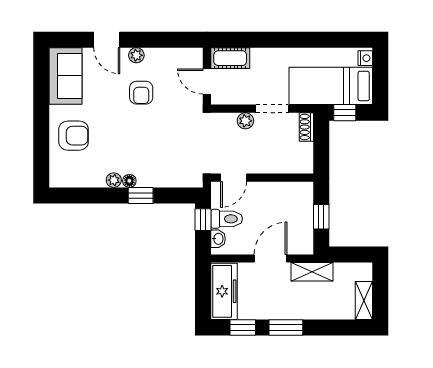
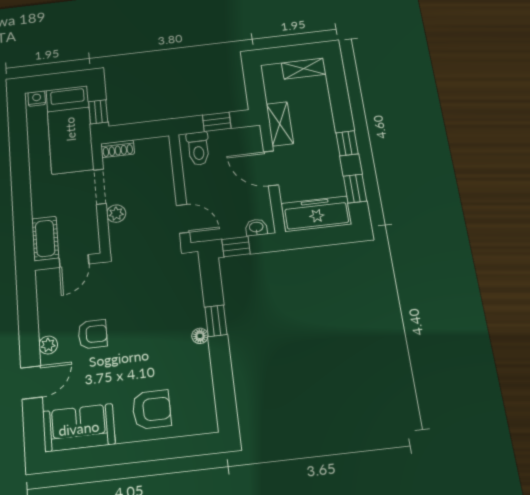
armchair: (74, 136) -> (152, 409), turned 90
plant: (114, 180) -> (201, 354), removed
toilet: (227, 219) -> (198, 148), moved, turned 180
window: (286, 327) -> (347, 143), width x0.67

